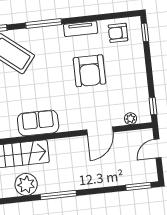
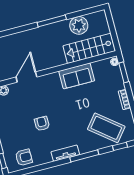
tv unit: (81, 29) -> (65, 153), moved
armchair: (89, 71) -> (42, 124), width x0.53, depth x0.53

